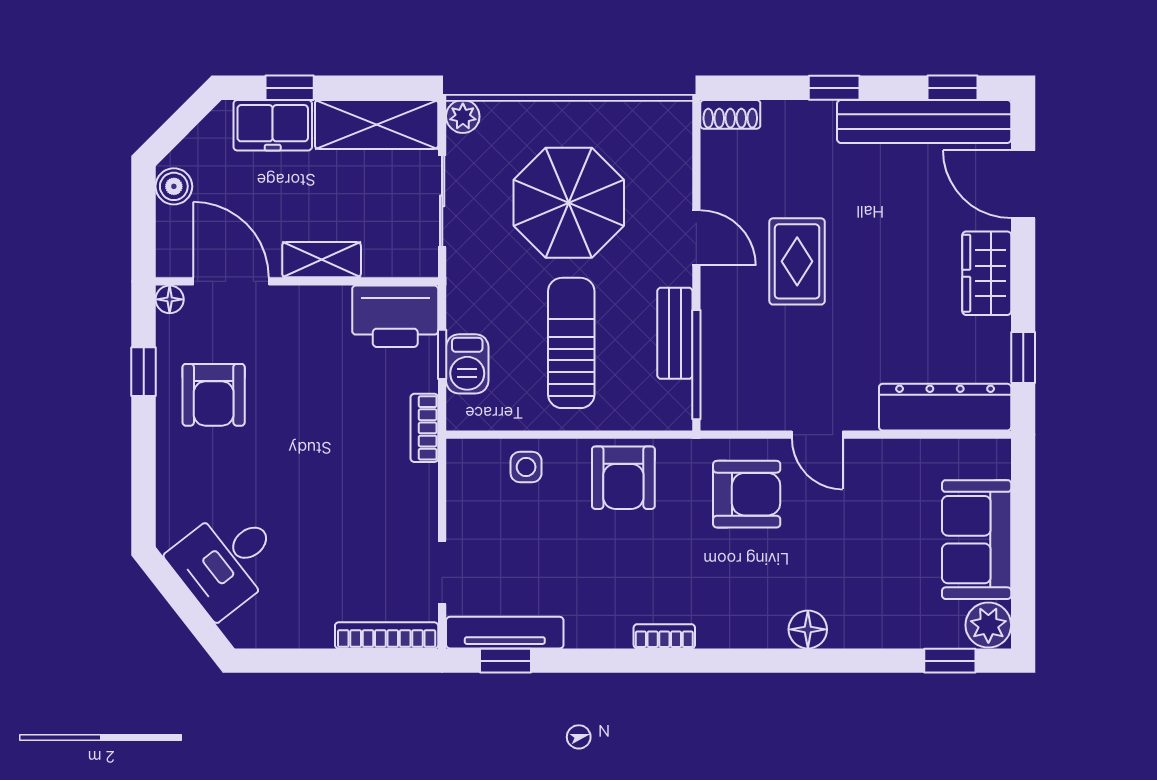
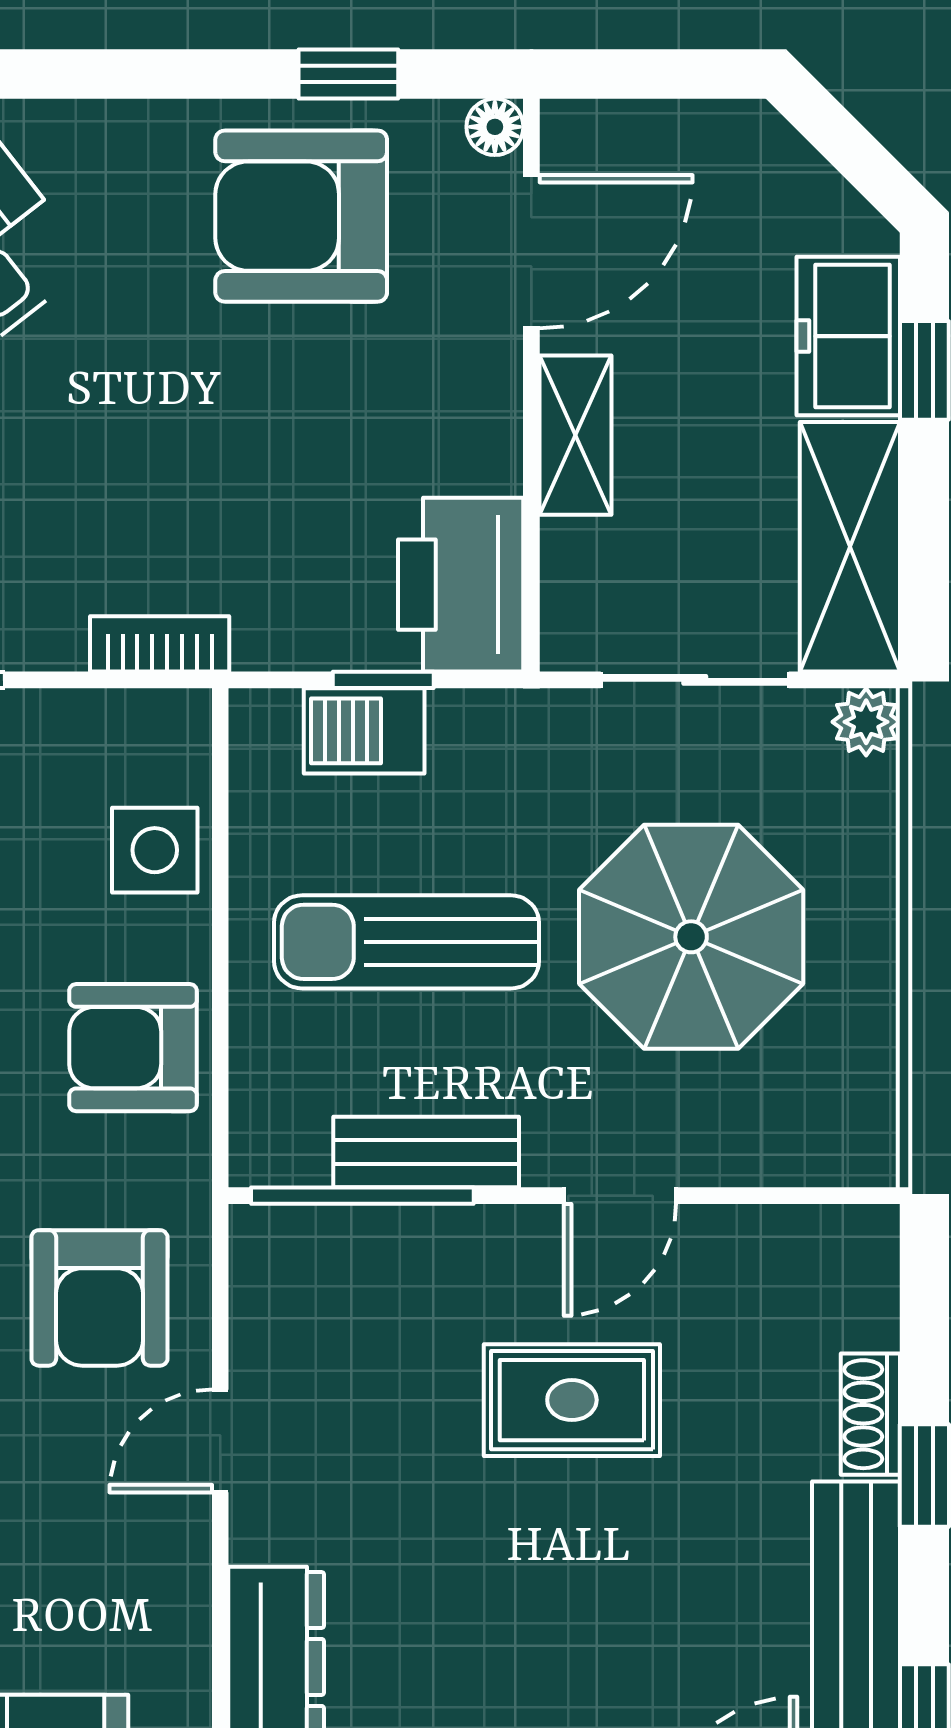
shoe rack: (730, 114) -> (870, 1414), moved
boiler: (174, 186) -> (724, 135), removed
sun lounger: (571, 343) -> (406, 942), turned 180
armchair: (214, 395) -> (301, 216), width x1.36, depth x1.36
bookcase: (424, 428) -> (160, 644), moved
side table: (526, 467) -> (155, 850), width x1.37, depth x1.37

